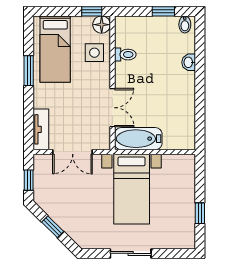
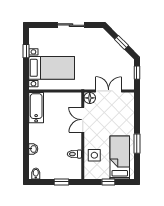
window: (92, 11) -> (108, 182), moved
window: (163, 11) -> (62, 182), moved
floor lamp: (102, 25) -> (90, 98), moved
tv unit: (41, 129) -> (129, 106), removed
bathtub: (138, 139) -> (36, 108), moved, turned -90
bed with nightstands: (132, 189) -> (52, 68), moved, turned 90

